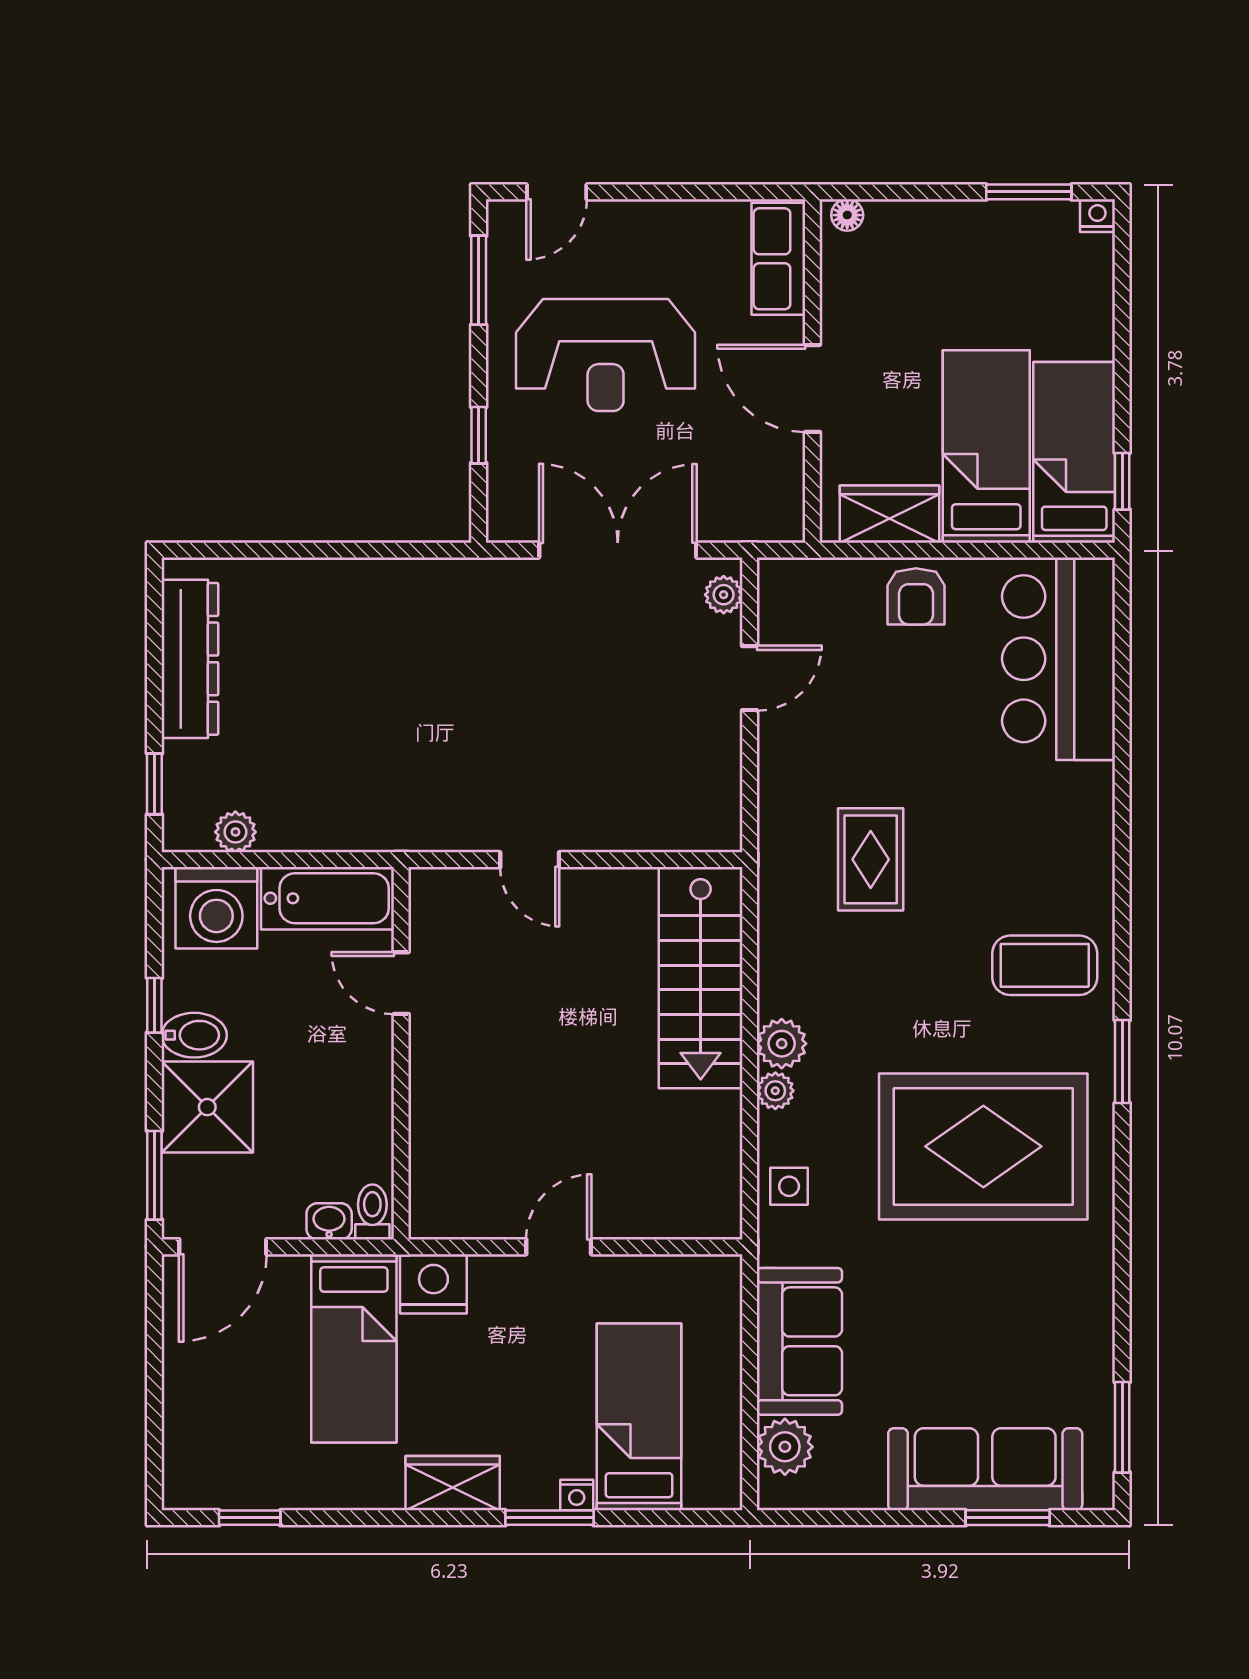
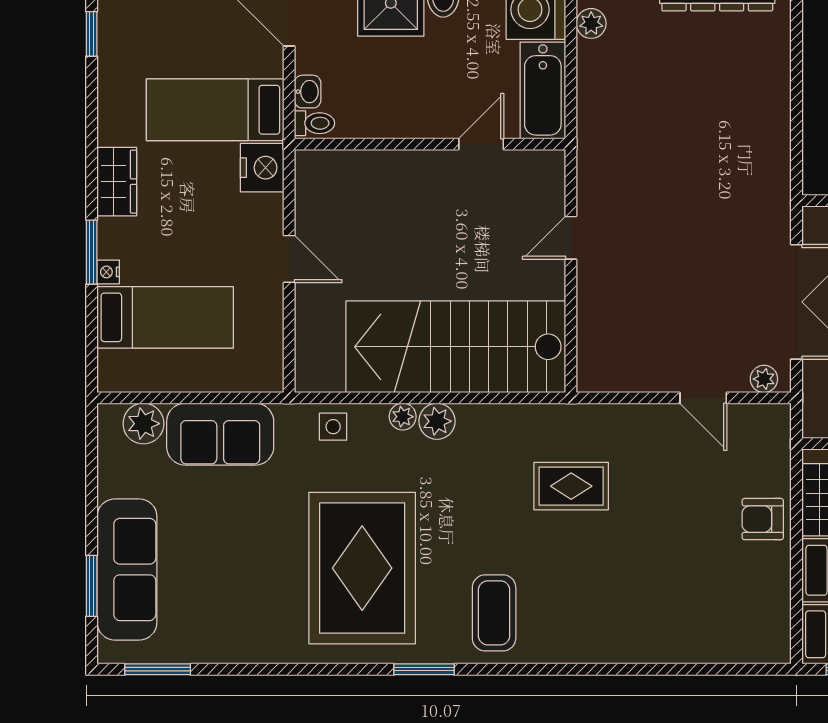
bar counter: (1059, 659) -> (717, 623), removed
stairs: (701, 978) -> (456, 347), width x1.36, depth x1.51

